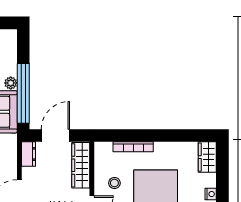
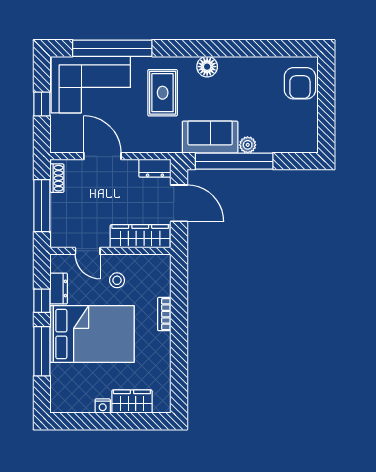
bookcase: (133, 147) -> (164, 314), width x0.64
wardrobe: (207, 157) -> (132, 402), moved

